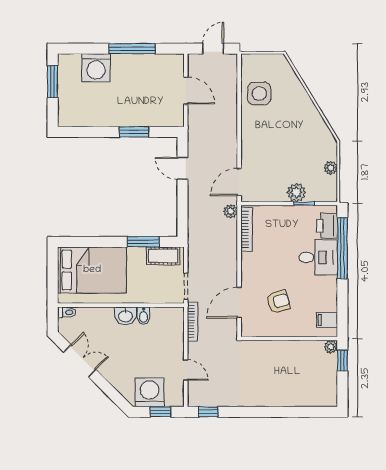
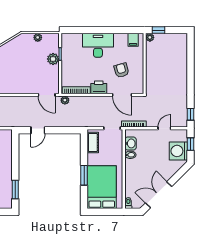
window: (134, 132) -> (15, 190), moved
printer: (327, 226) -> (99, 87), moved, turned 180
window: (143, 242) -> (84, 175), moved
window: (342, 248) -> (88, 30), removed
desk: (318, 257) -> (98, 45), width x1.37
washbasin: (125, 316) -> (130, 143), moved
double door: (80, 361) -> (159, 195), width x1.37

